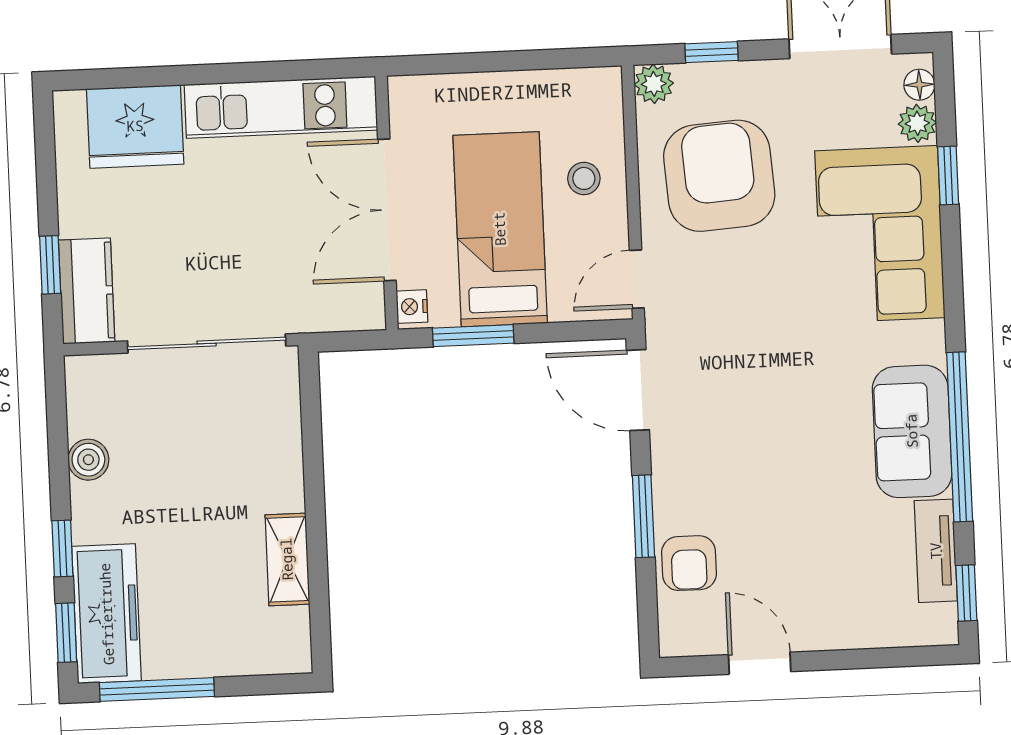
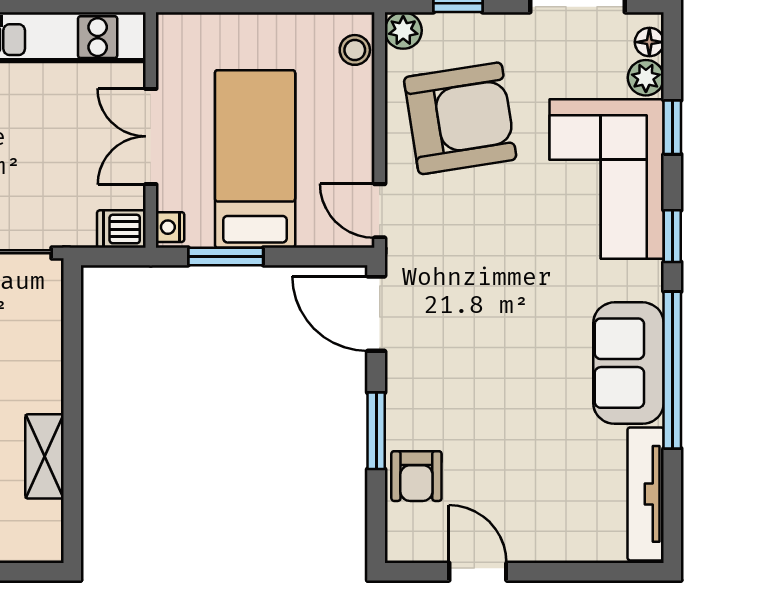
armchair: (719, 176) -> (460, 118), turned 85
stool: (584, 178) -> (355, 50), moved
double door: (387, 210) -> (151, 136), width x0.73
door: (637, 279) -> (380, 211), hinge flipped
dishwasher: (360, 311) -> (121, 229), added
tv unit: (936, 551) -> (646, 494), width x1.41
window: (966, 593) -> (672, 236), moved

